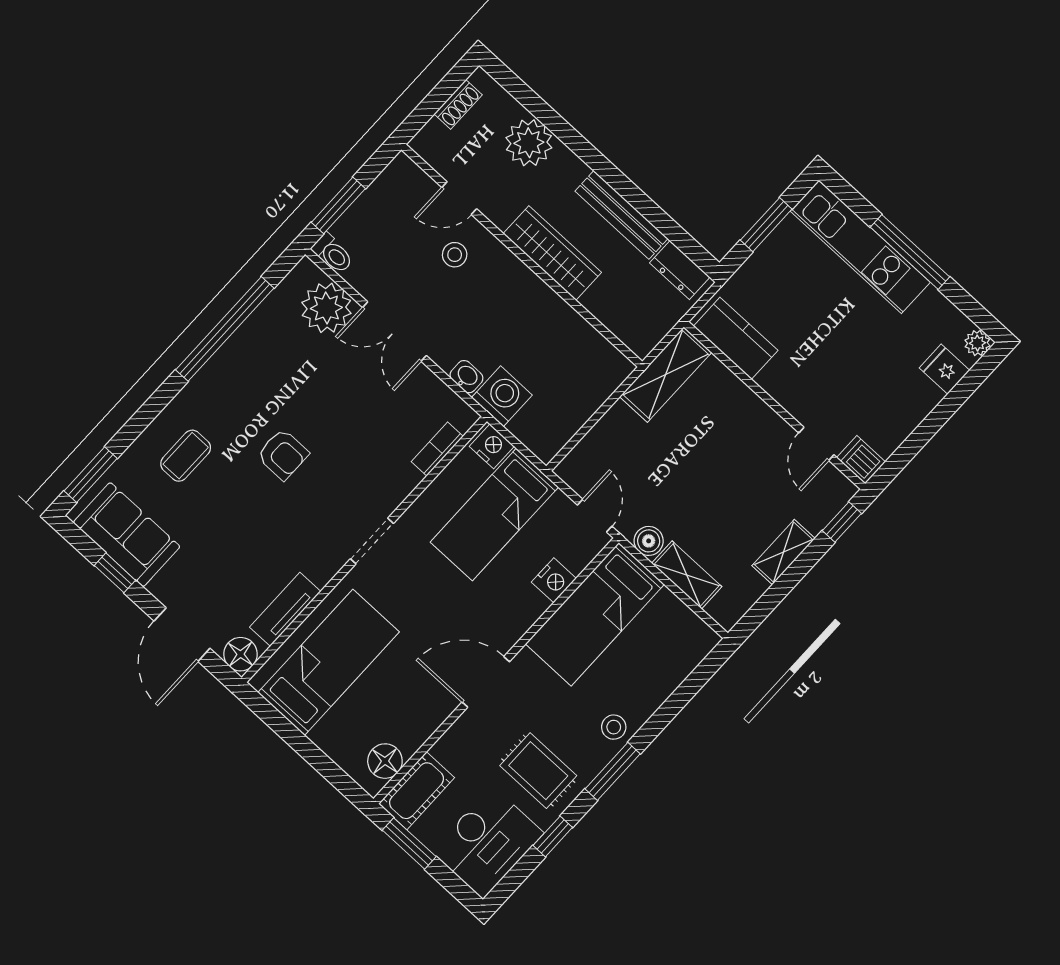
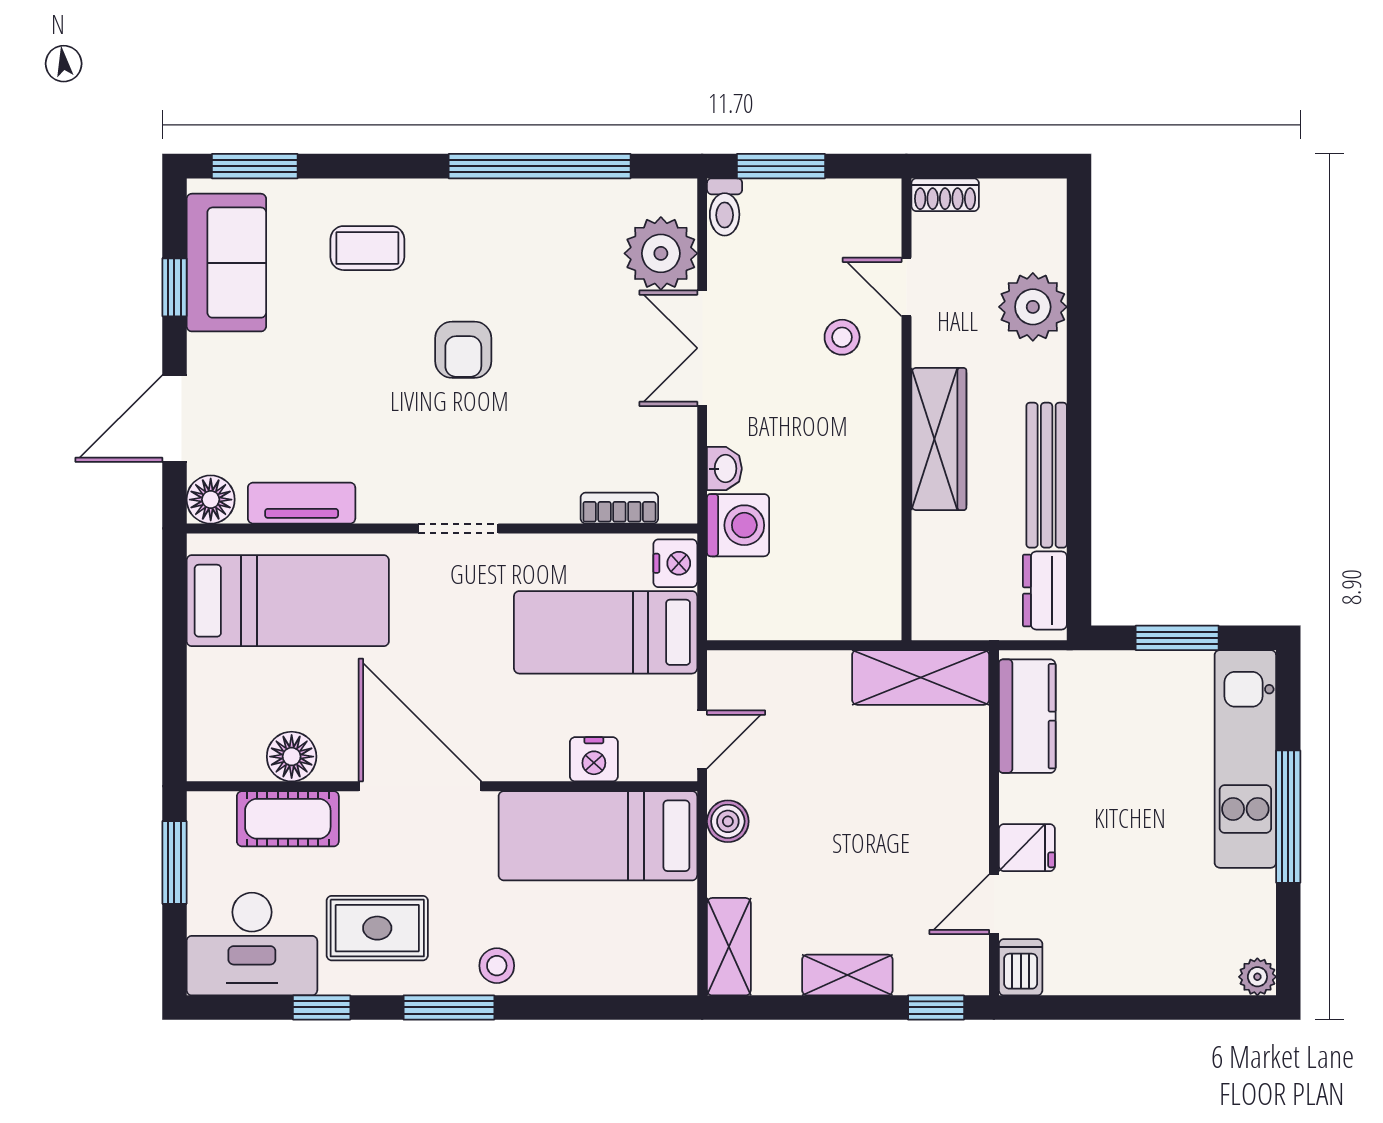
shoe rack: (458, 104) -> (945, 195), moved
fridge: (944, 369) -> (1027, 848), moved, turned 90
shelving: (687, 575) -> (729, 947), moved
door: (486, 682) -> (420, 786), width x1.36
floor lamp: (385, 761) -> (292, 757), moved
rug: (538, 771) -> (377, 928), turned 90
cot: (417, 791) -> (288, 819), moved

